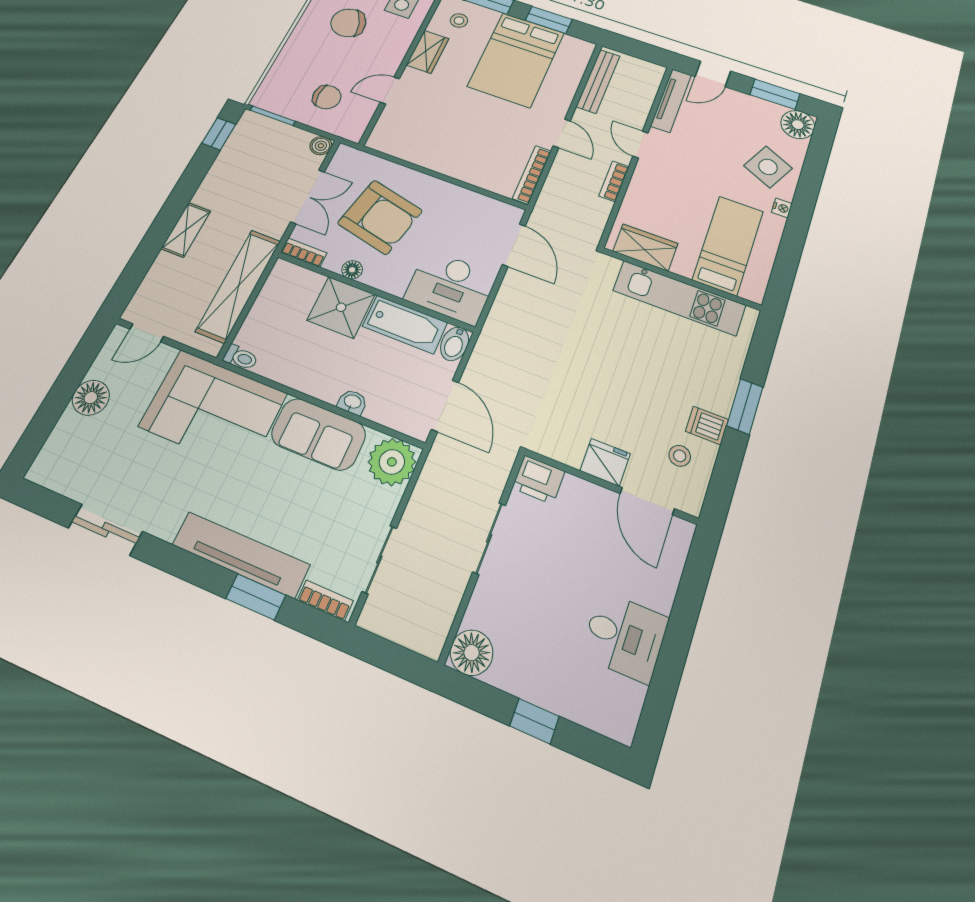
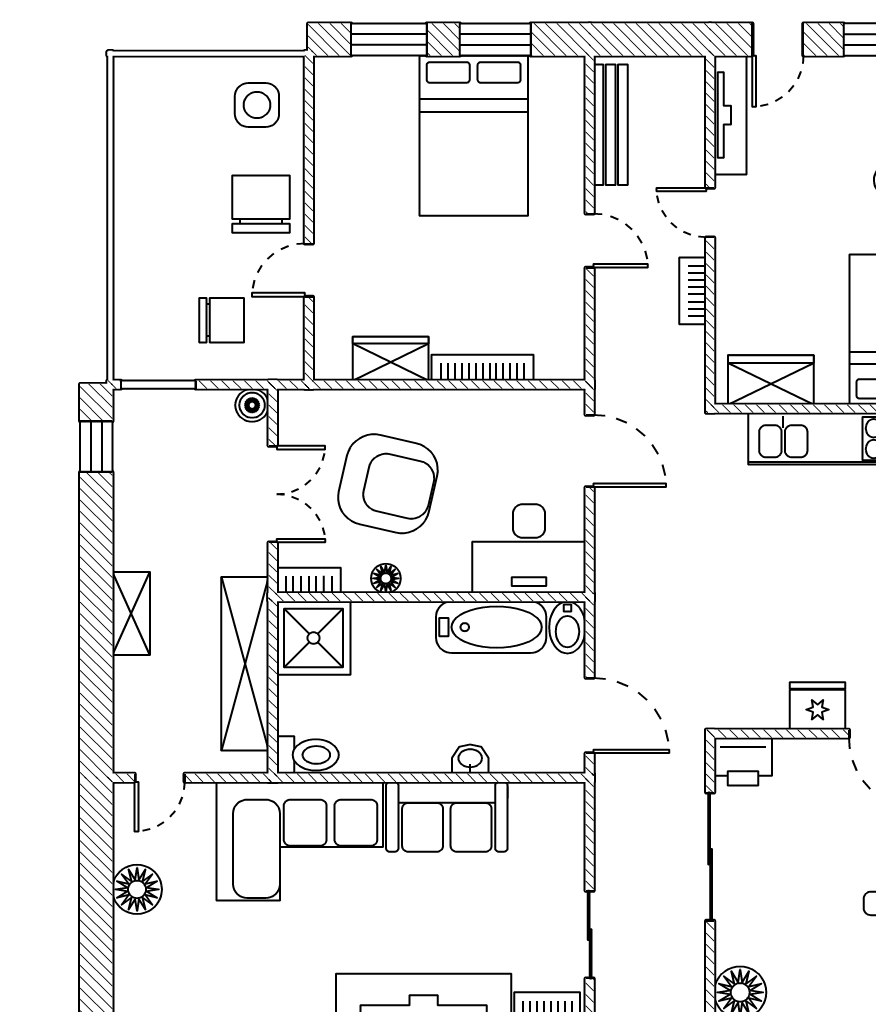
stool: (459, 21) -> (358, 98), removed
chair: (348, 23) -> (261, 204), moved, turned 109
wardrobe: (428, 52) -> (391, 359), moved, turned -90
bookcase: (532, 175) -> (483, 368), moved, turned 90
shower: (341, 307) -> (314, 638), moved
toilet: (241, 358) -> (308, 755), width x1.37, depth x1.39
plant: (392, 462) -> (554, 814), removed
sliding door: (489, 538) -> (710, 857), width x1.37

